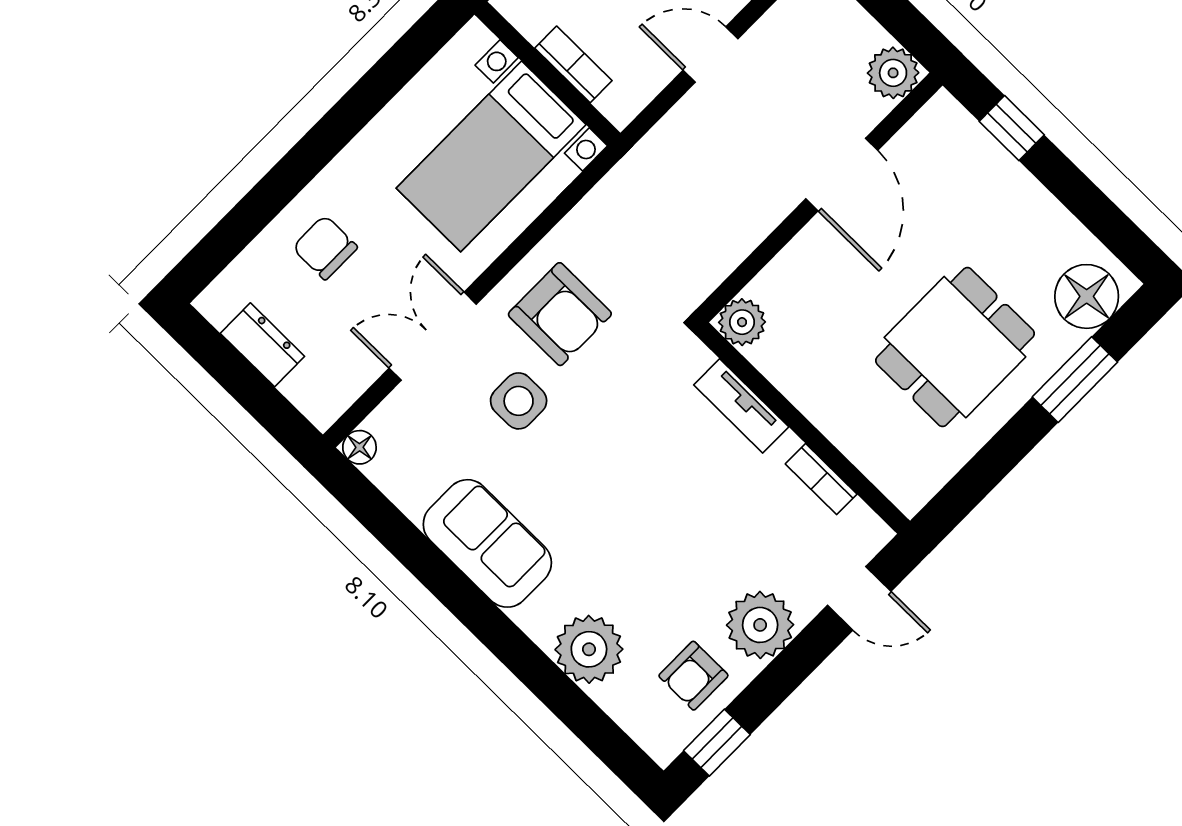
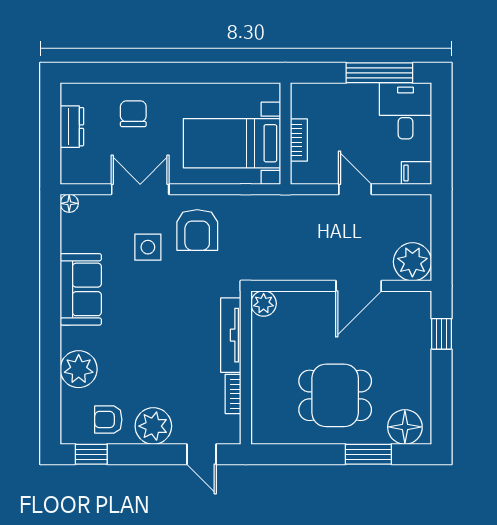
plant: (893, 73) -> (412, 262), width x1.36, depth x1.36
tv unit: (741, 406) -> (231, 335), width x1.41

